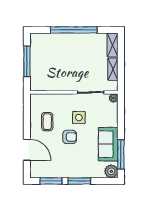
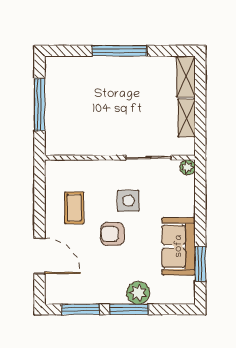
window: (74, 30) -> (119, 51), width x0.68
armchair: (70, 137) -> (113, 234), turned 180
window: (121, 154) -> (200, 264), width x0.69
plant: (111, 171) -> (138, 293), moved

